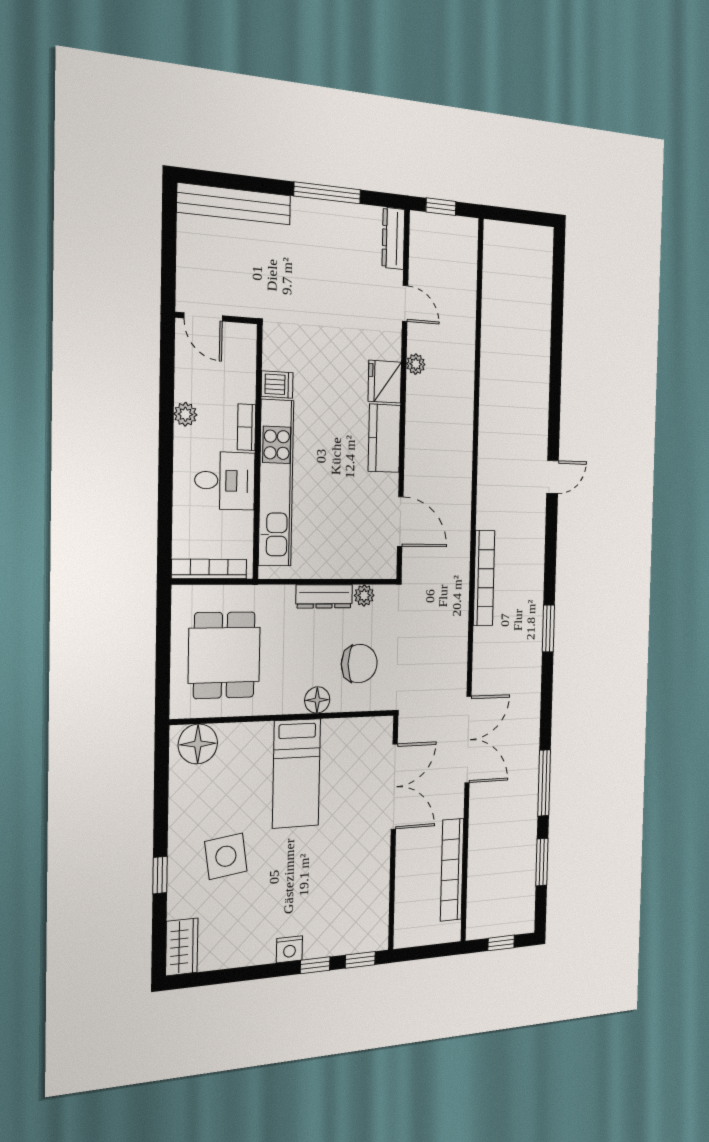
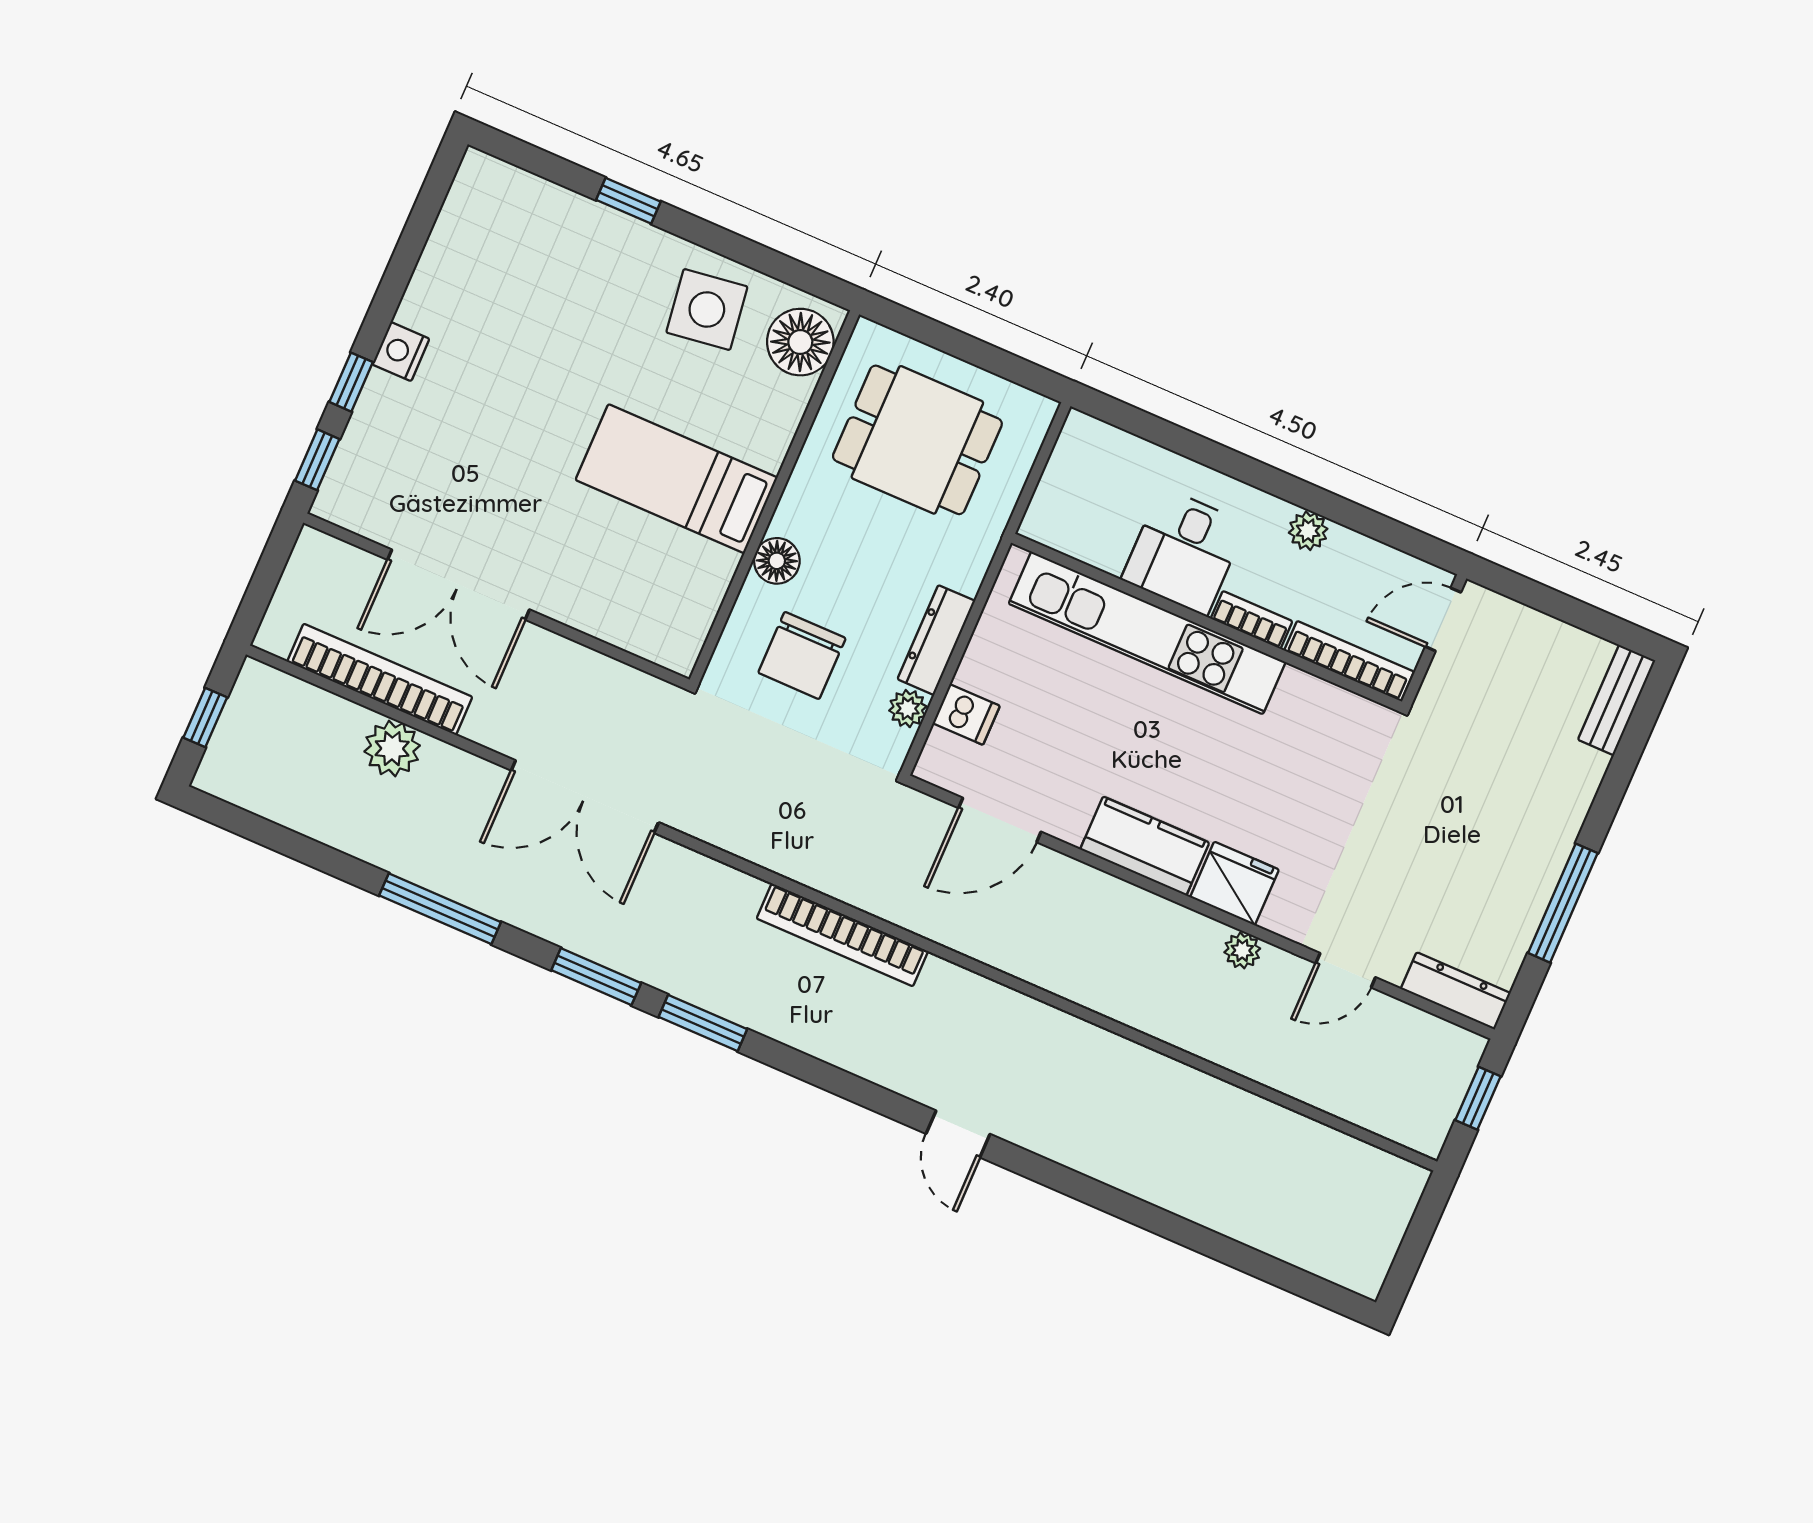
bench: (234, 204) -> (1617, 700), width x0.54, depth x0.82
dishwasher: (277, 384) -> (966, 714), moved, turned -90
bookcase: (209, 569) -> (1349, 661), moved, turned -90
double door: (394, 787) -> (459, 585), moved
plant: (481, 846) -> (392, 749), added
side table: (226, 856) -> (707, 310), moved
window: (542, 862) -> (596, 977), moved
wardrobe: (182, 947) -> (499, 187), removed

